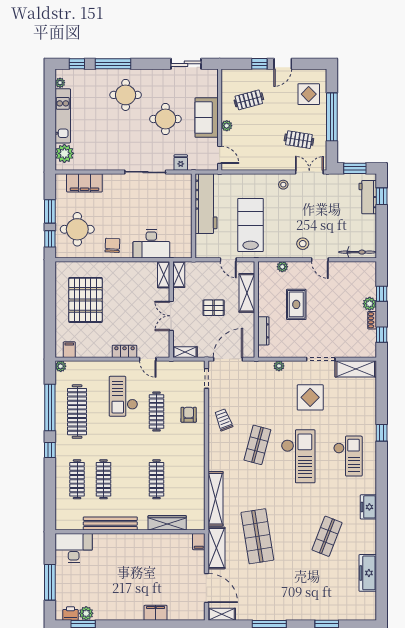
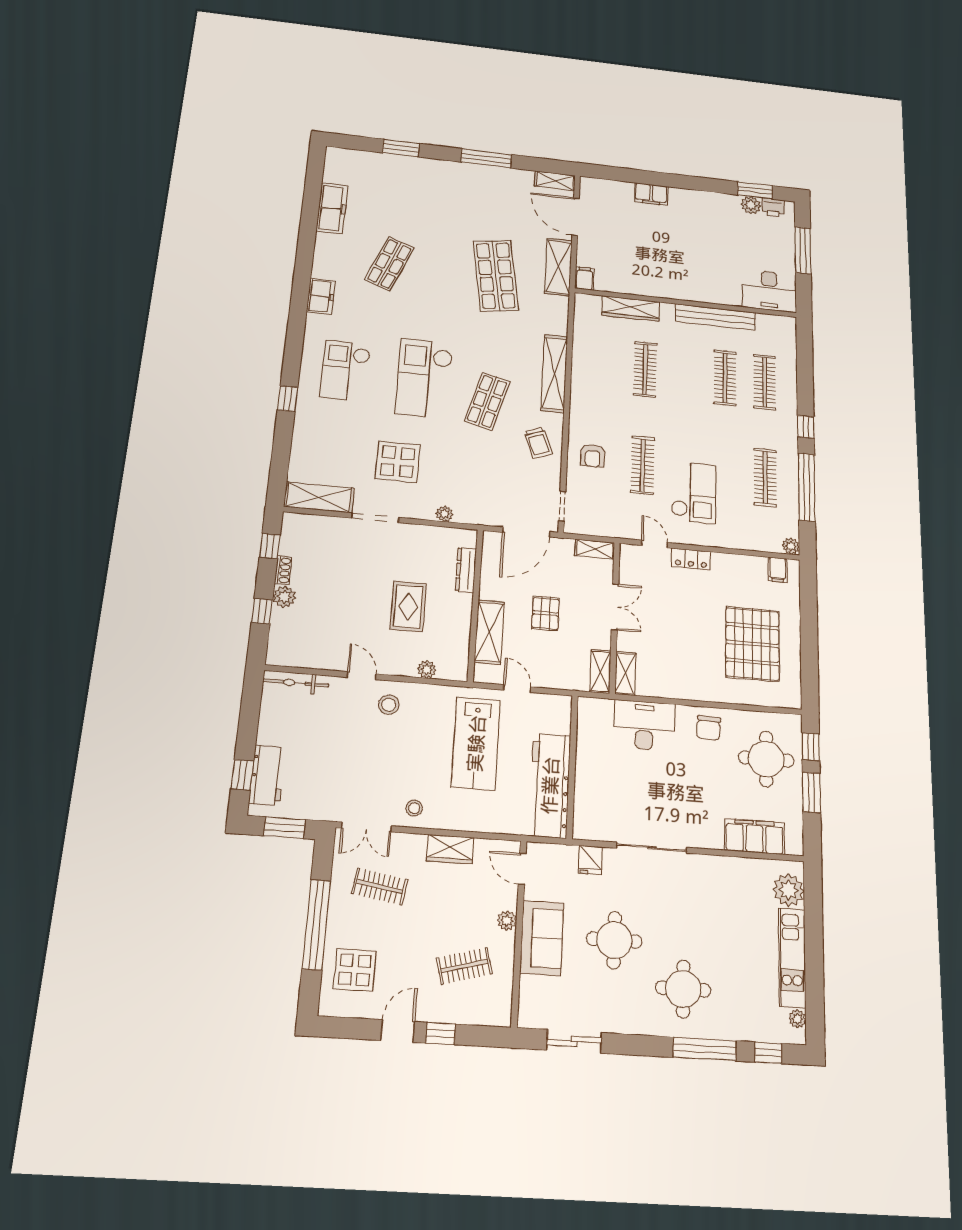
wardrobe: (261, 163) -> (450, 849), added
pallet: (214, 308) -> (546, 613), turned 90
clothes rail: (77, 412) -> (765, 477), width x0.73, depth x0.76
shelving: (216, 499) -> (554, 373), moved

